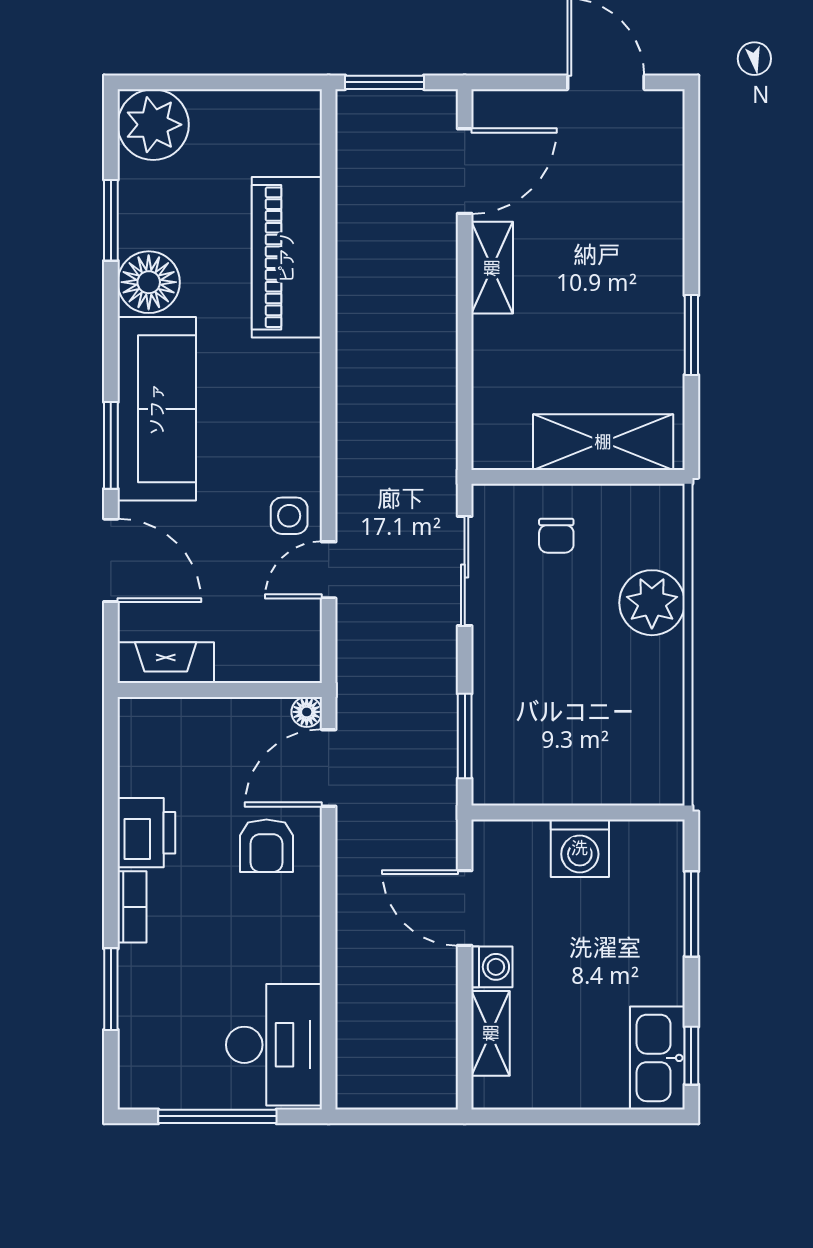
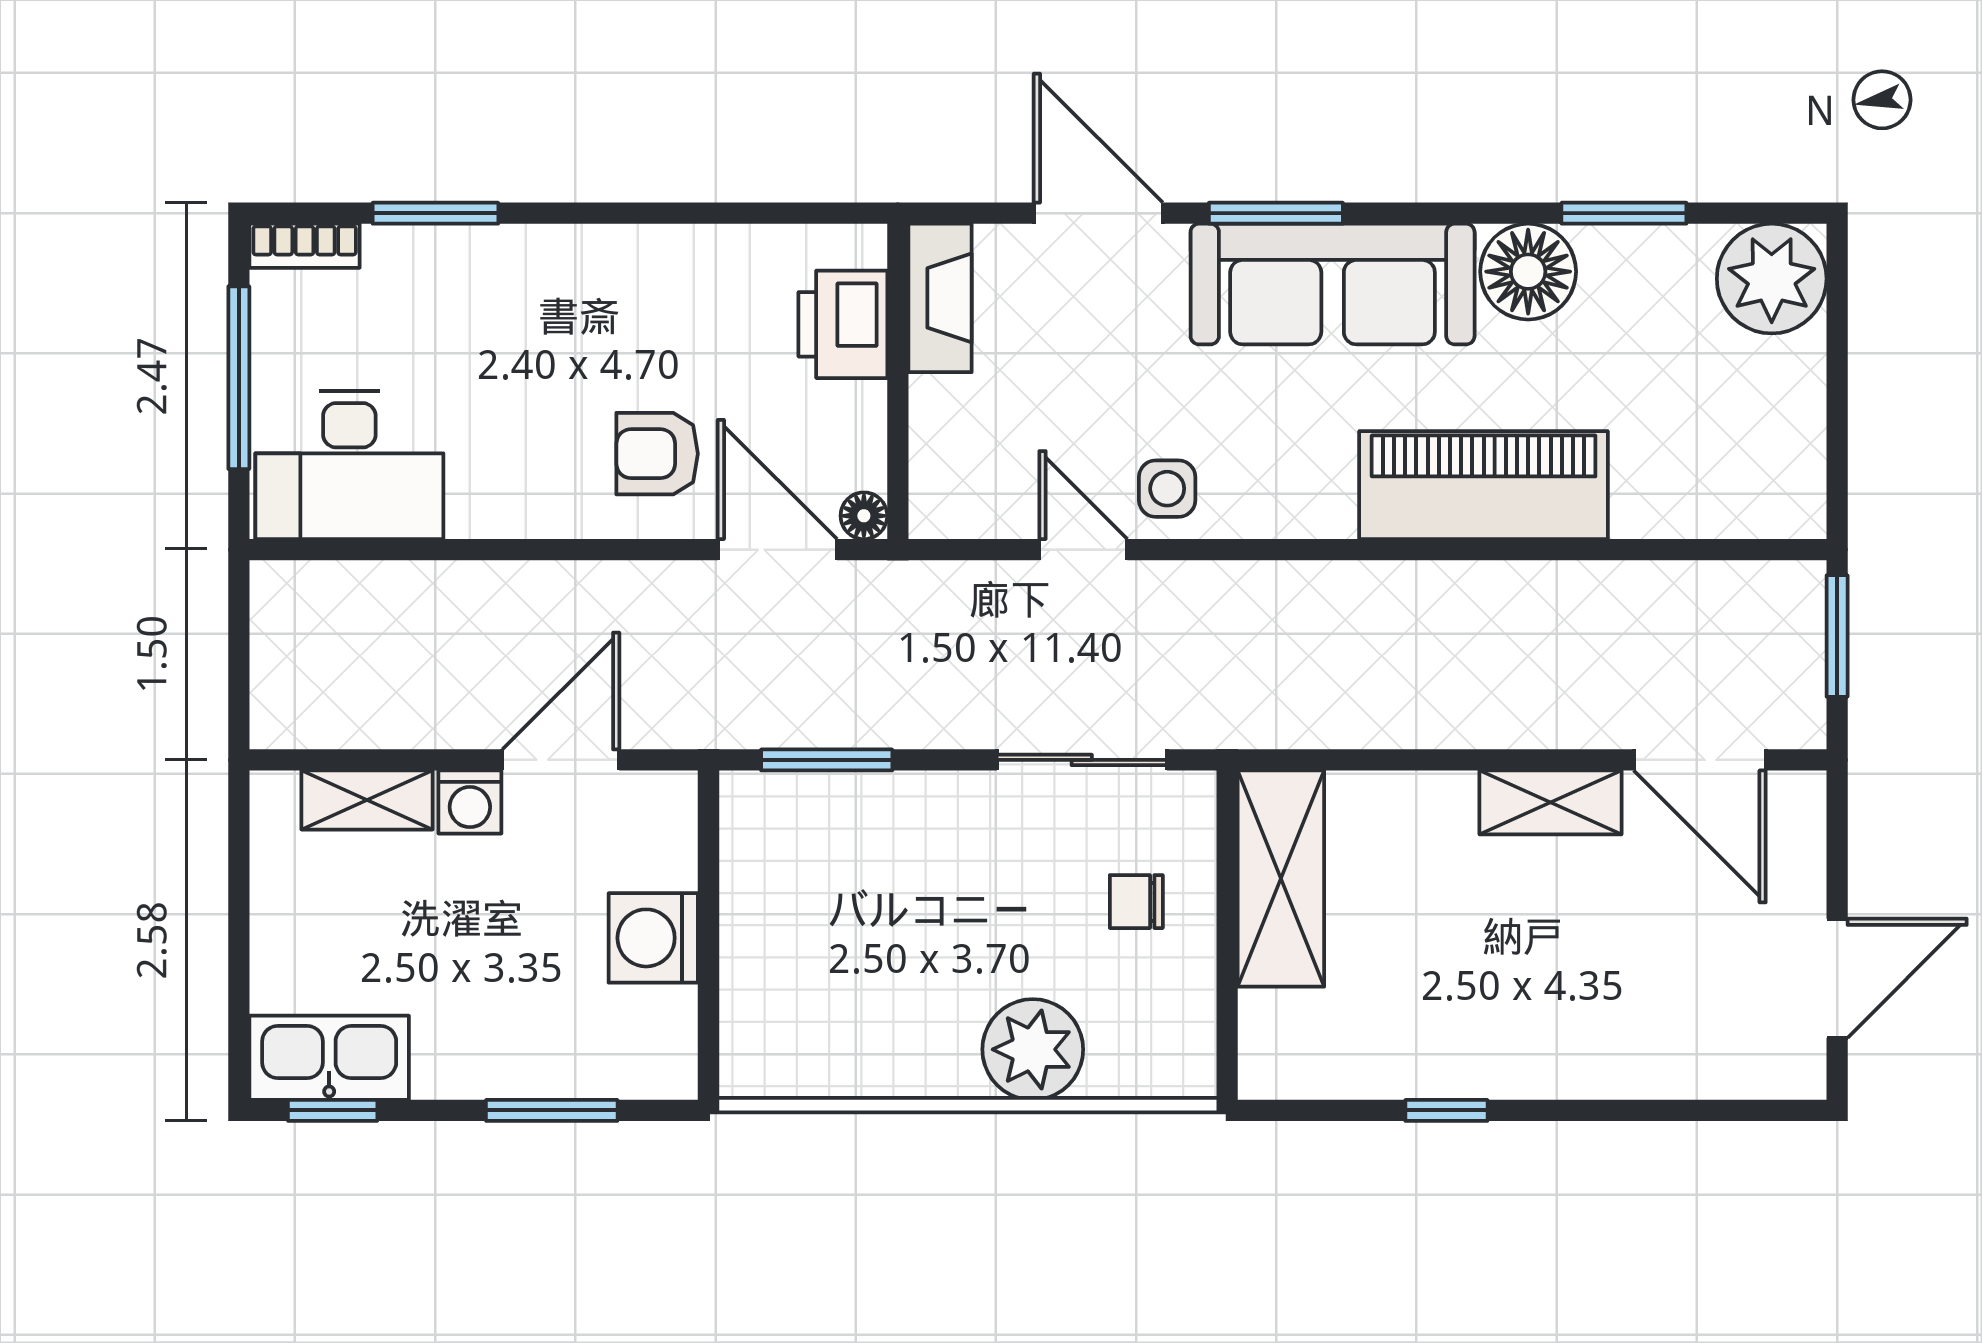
piano: (287, 257) -> (1484, 485), moved
window: (691, 335) -> (1446, 1110), width x0.67
shelving: (603, 442) -> (1281, 879), moved
door: (111, 560) -> (1098, 213), swing flipped
printer: (146, 833) -> (843, 324), moved, turned 90
bookcase: (132, 907) -> (305, 246), moved

